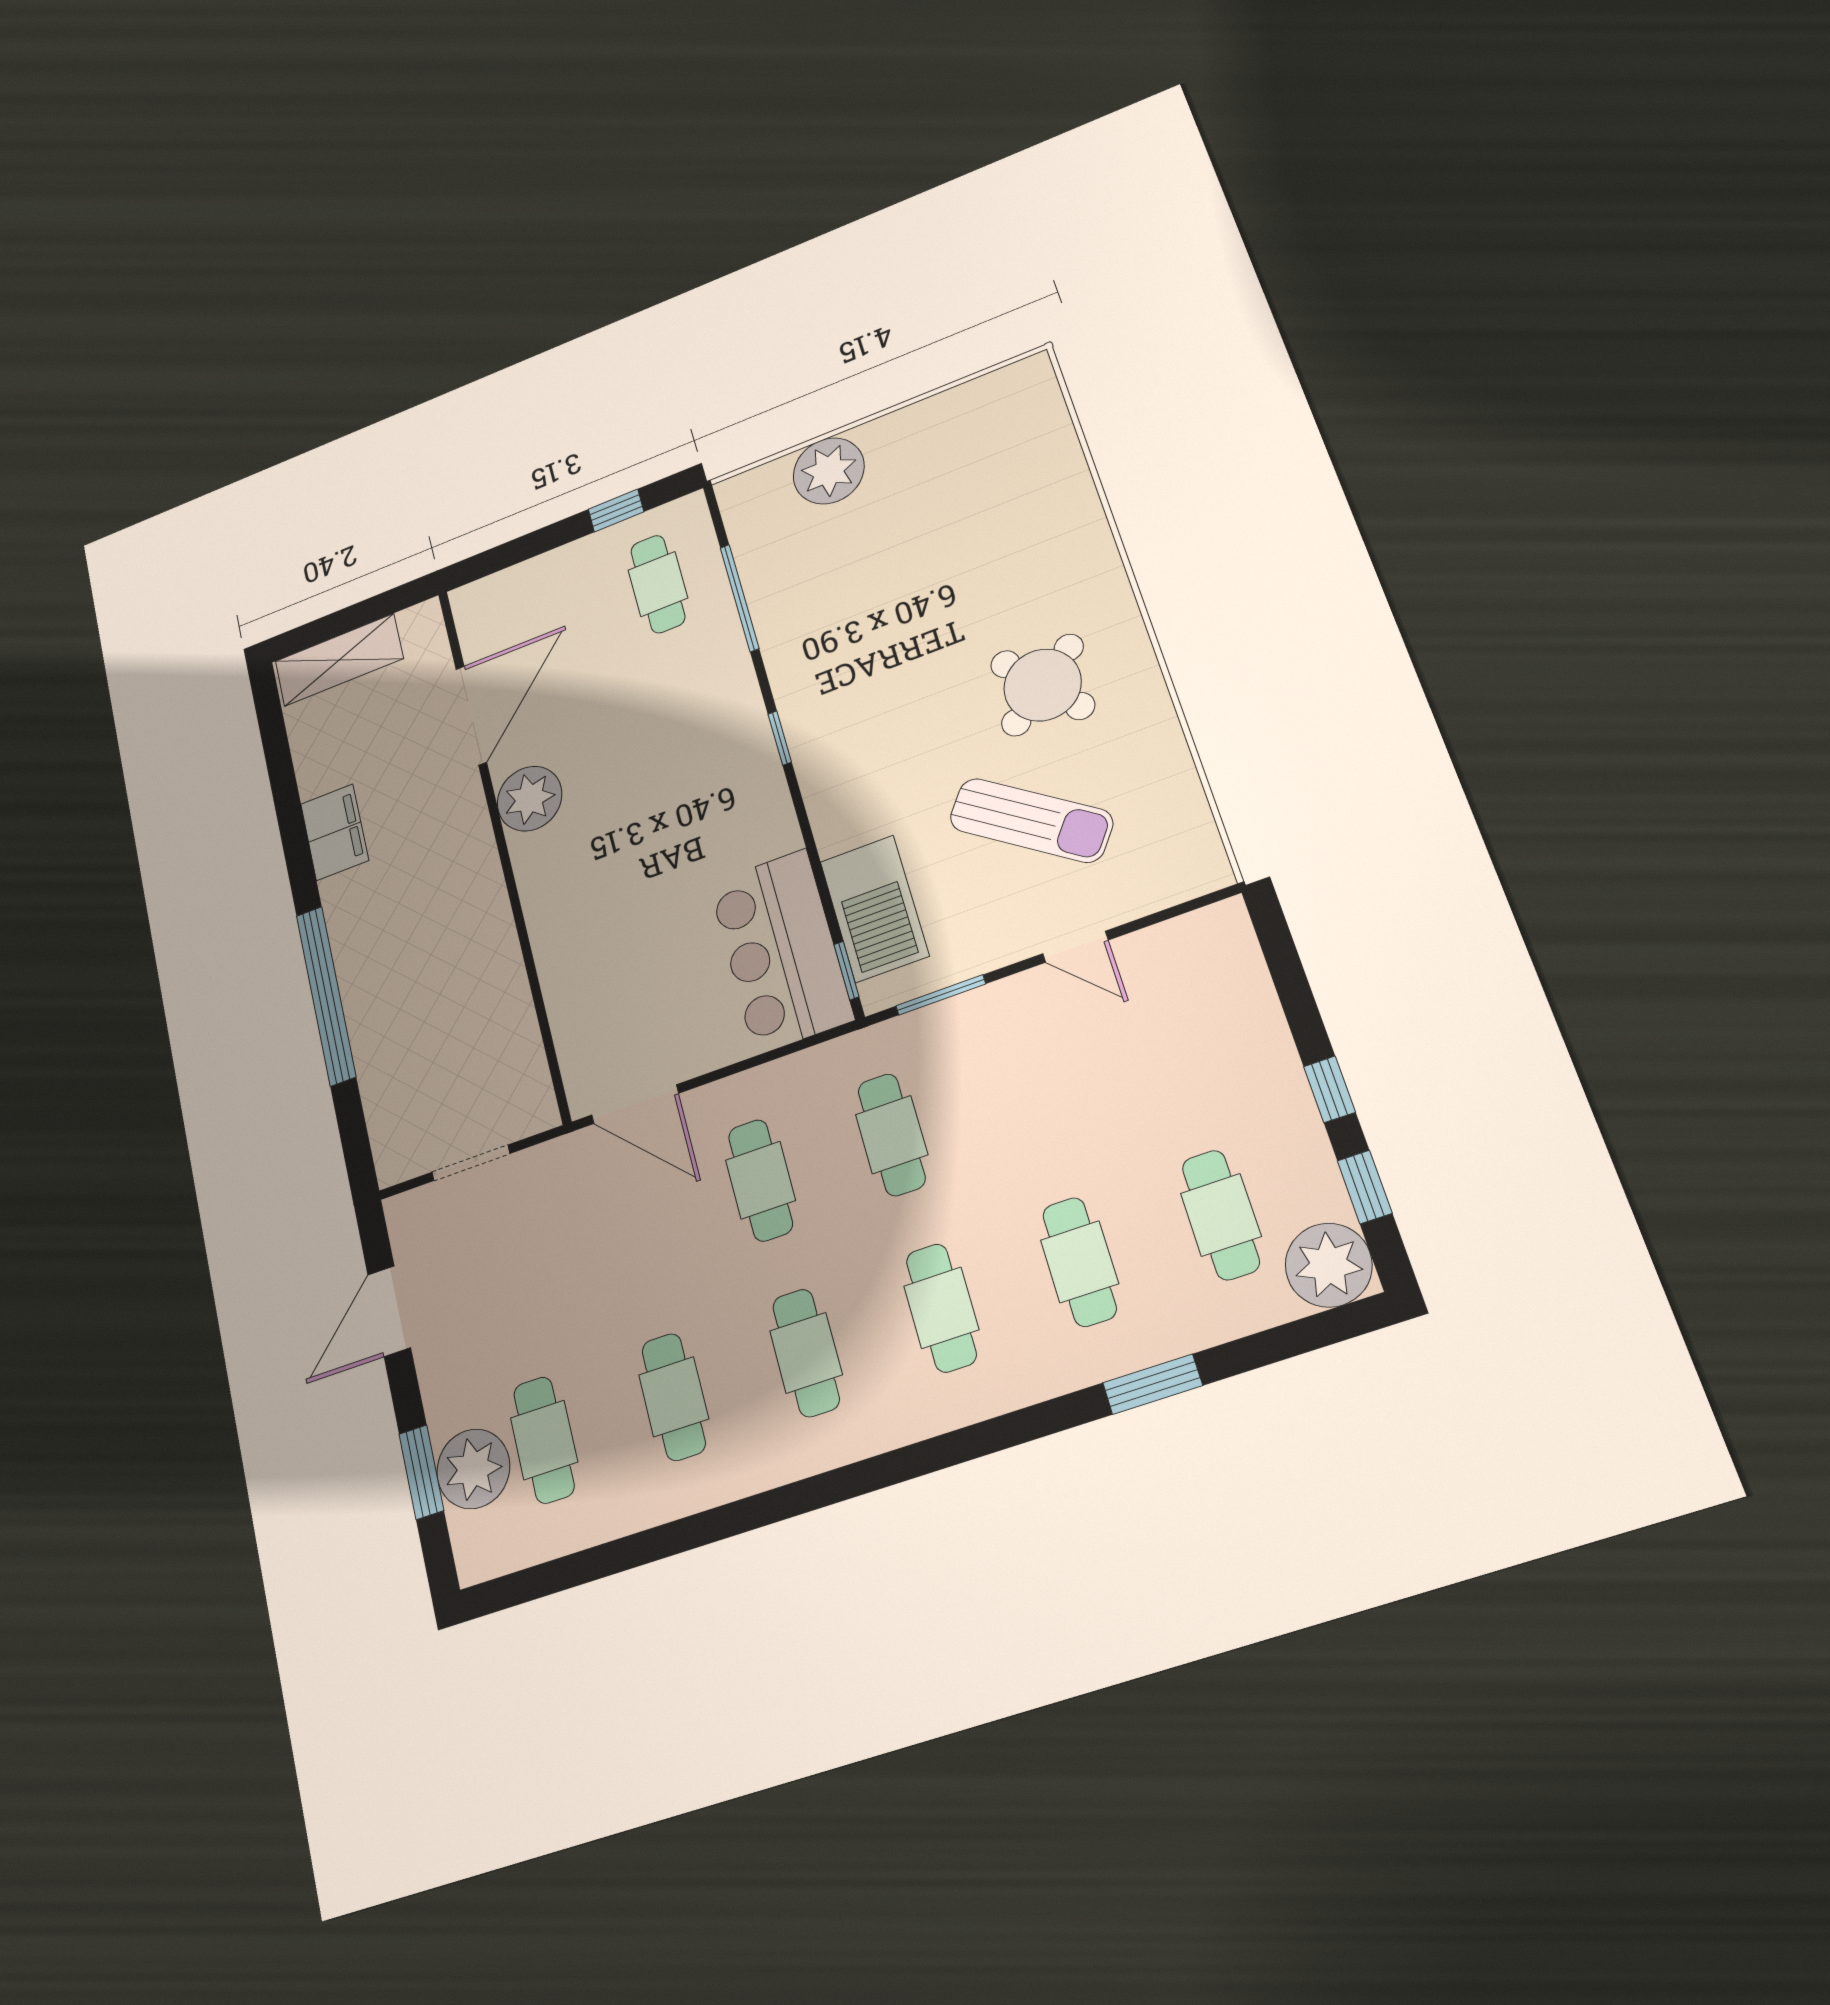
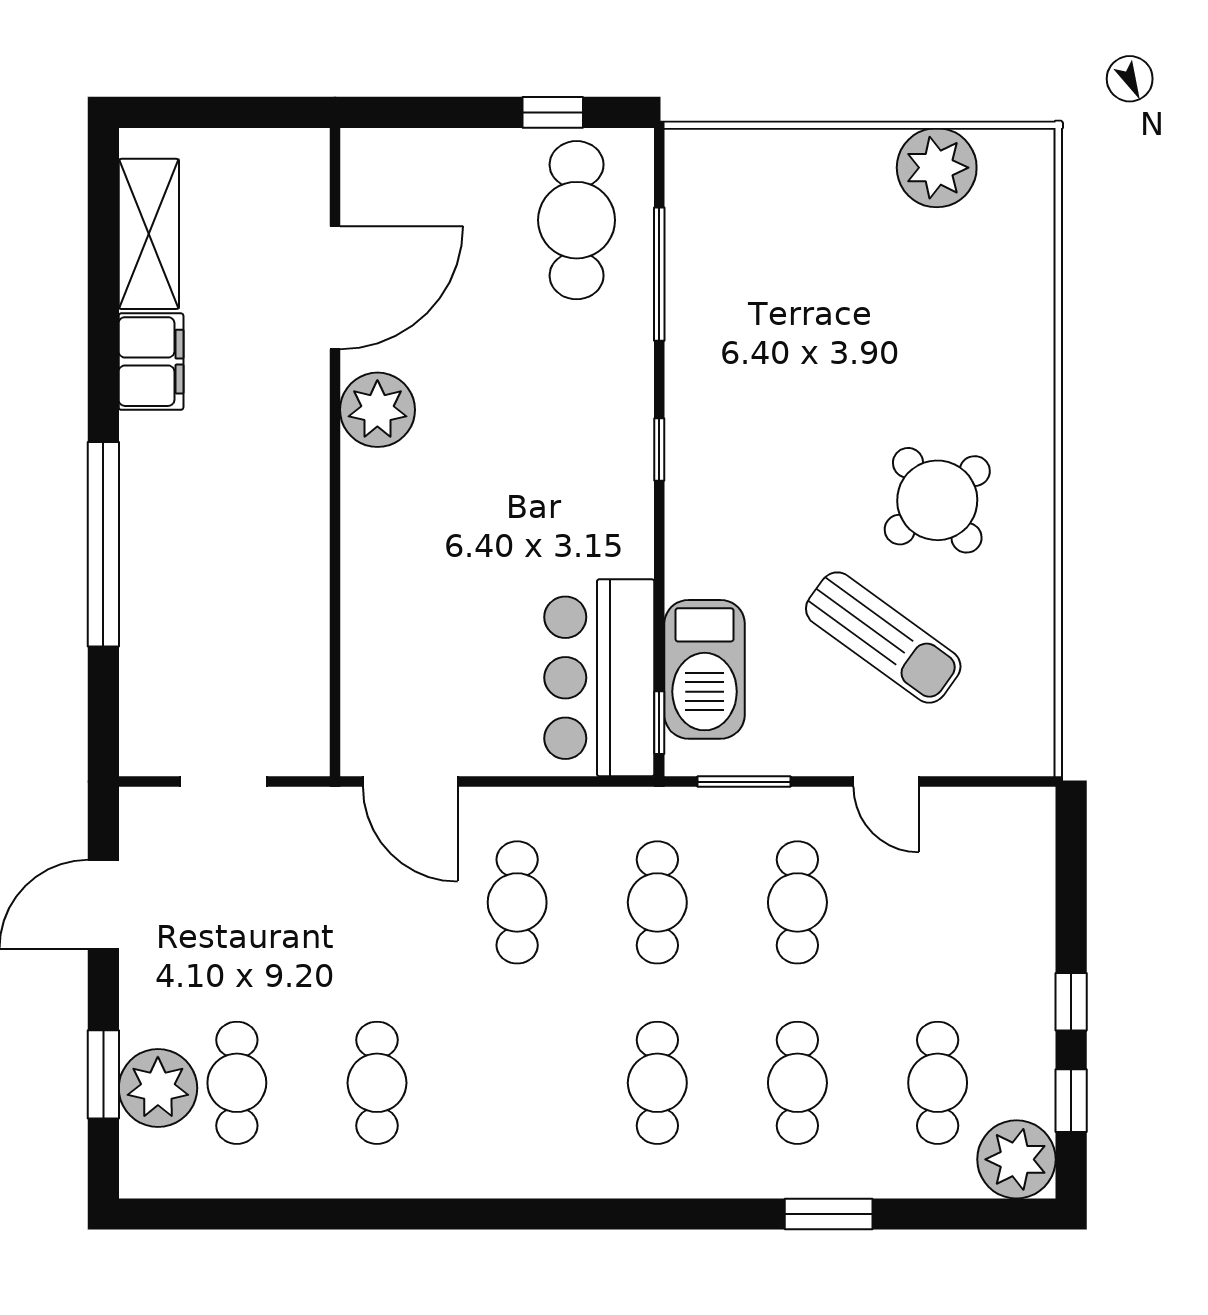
plant: (829, 471) -> (937, 168), moved
cafe table: (658, 584) -> (577, 220), width x1.37, depth x1.35
shelving: (339, 660) -> (149, 234), moved, turned 90
cafe table: (806, 1353) -> (797, 902), moved

